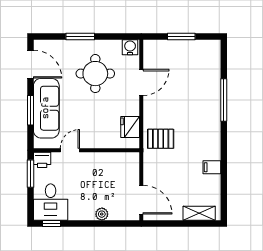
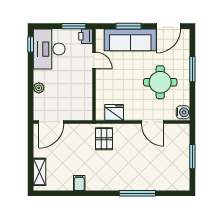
desk: (51, 202) -> (49, 49), width x1.37

